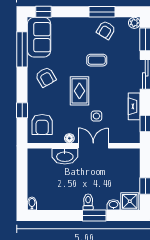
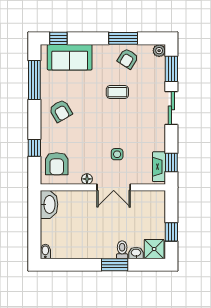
sofa: (39, 37) -> (70, 57), moved, turned 90
rug: (79, 91) -> (98, 126), removed
fireplace: (134, 106) -> (159, 167), moved
double door: (93, 146) -> (114, 187), swing flipped
washbasin: (65, 156) -> (49, 204), moved, turned -90
toilet: (88, 202) -> (122, 250), moved

